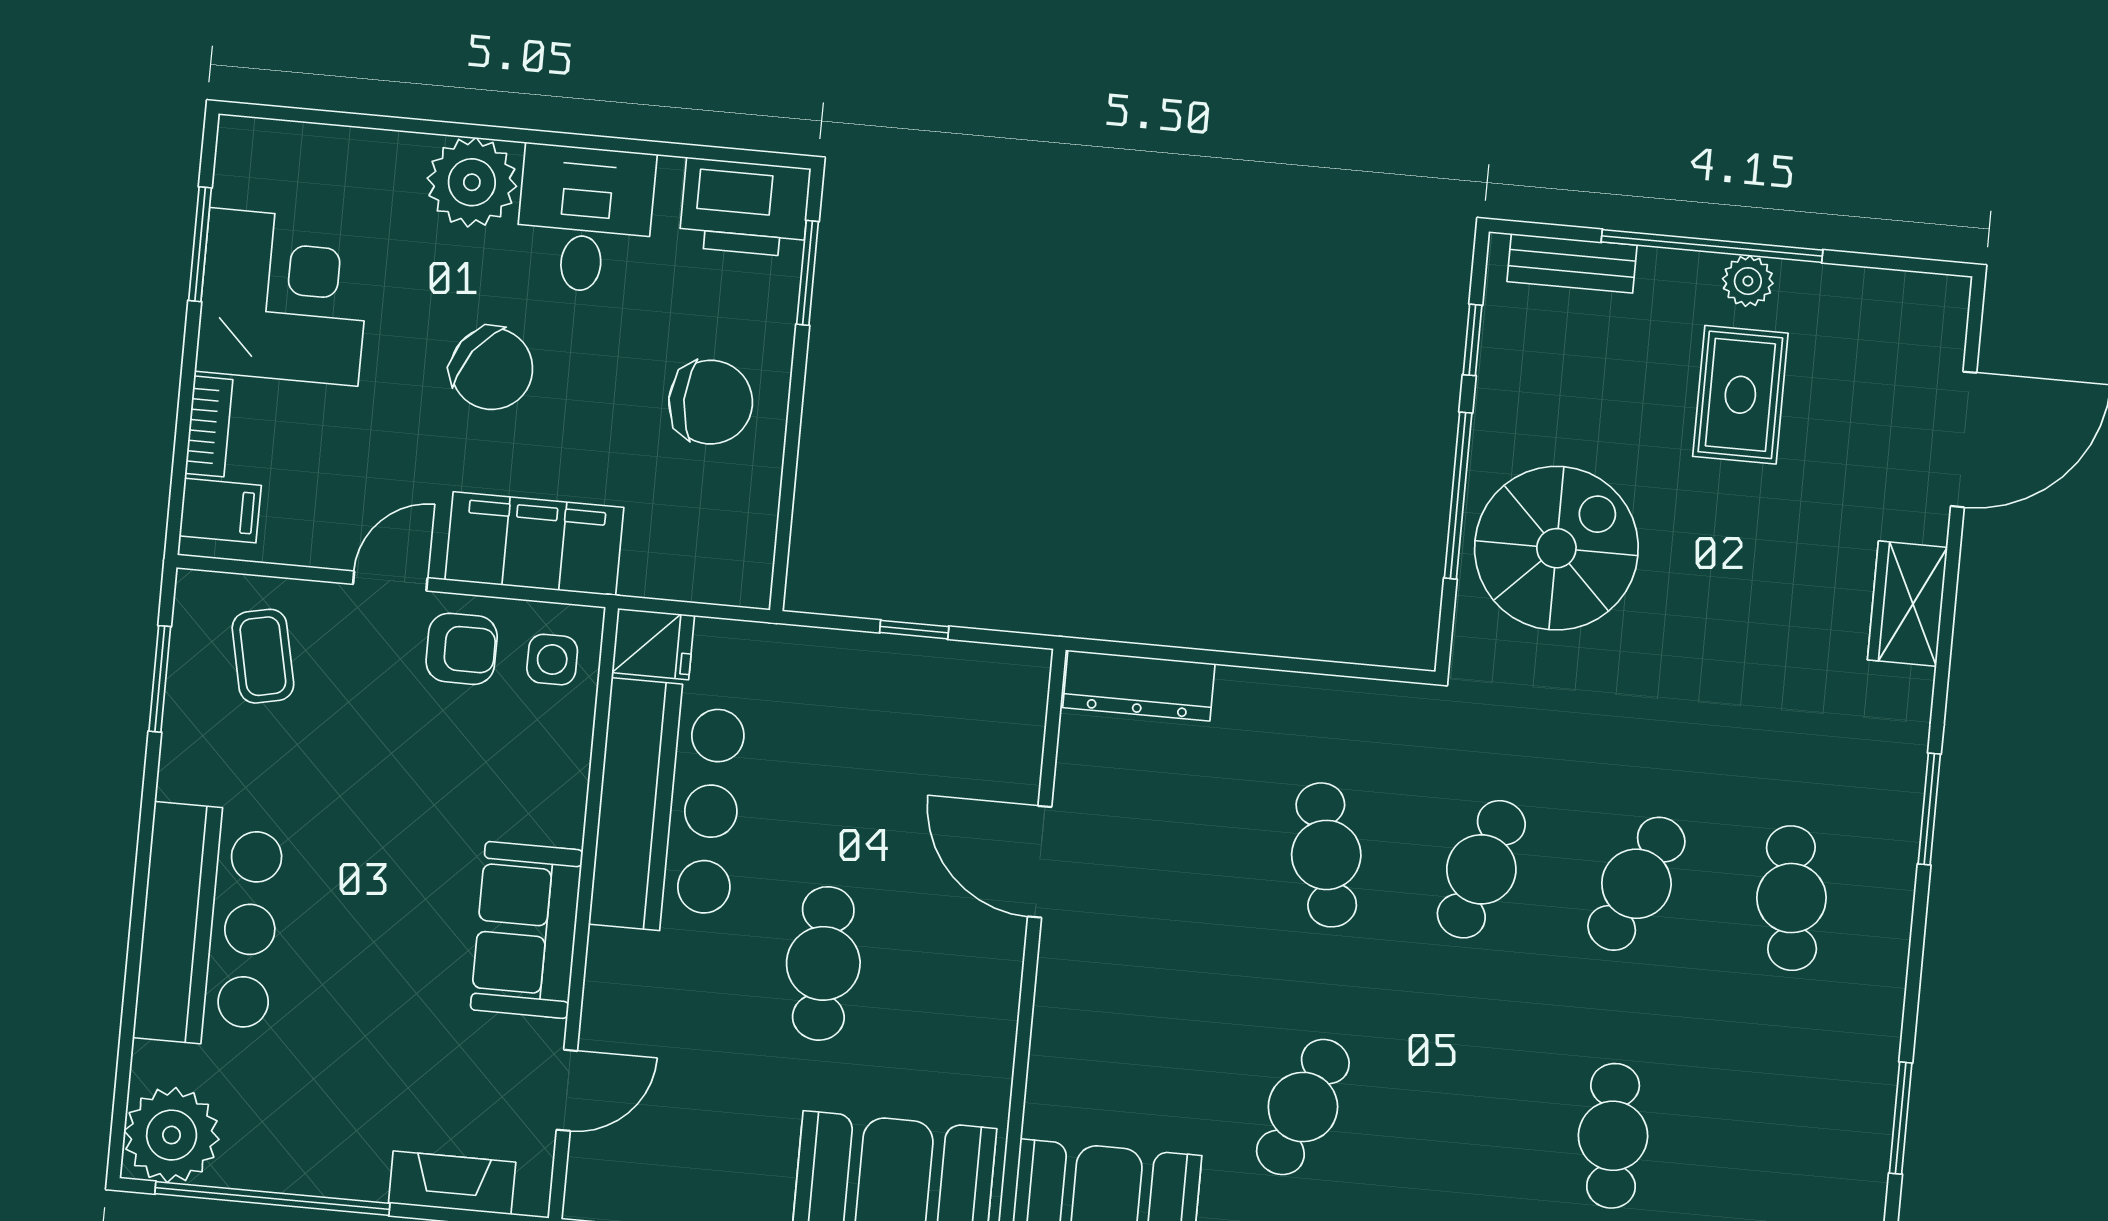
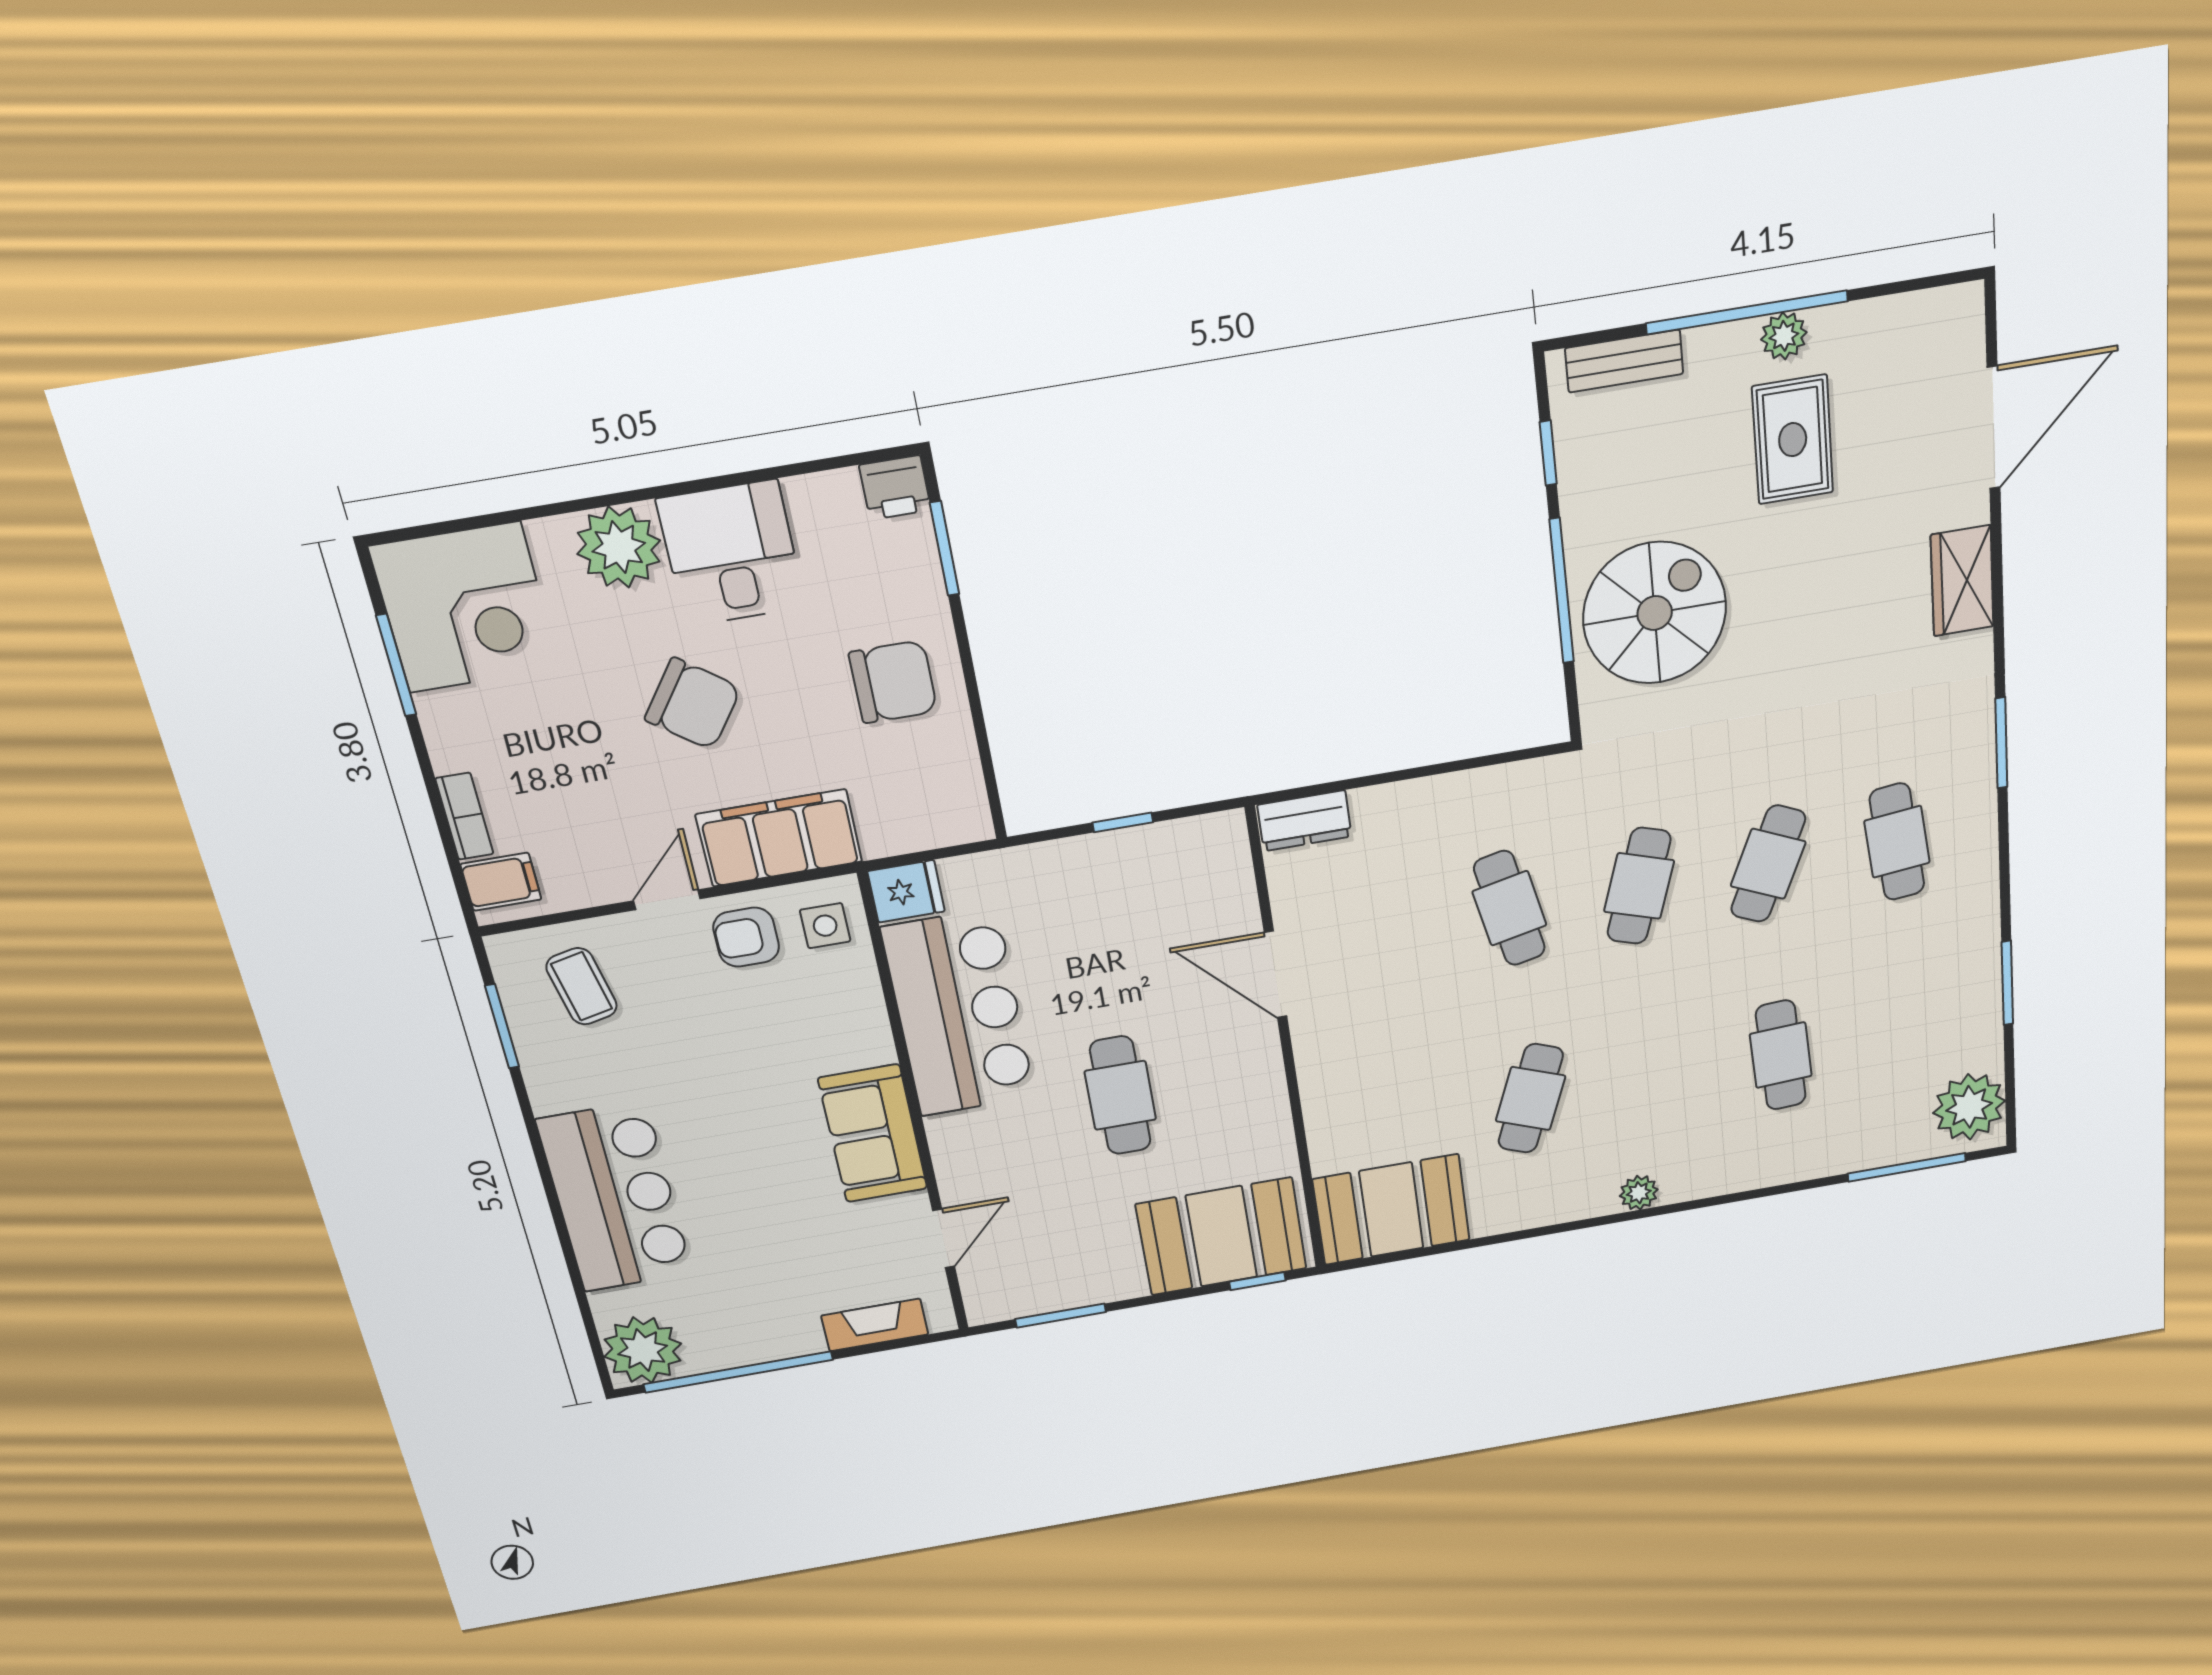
printer: (745, 207) -> (895, 488), width x0.53, depth x0.68
corner desk: (284, 297) -> (465, 608), moved, turned 90
armchair: (462, 649) -> (746, 937), turned 180
dresser: (1139, 686) -> (1304, 821), width x0.70

